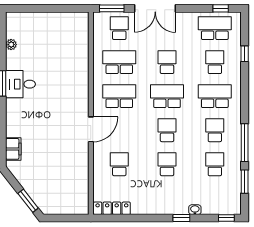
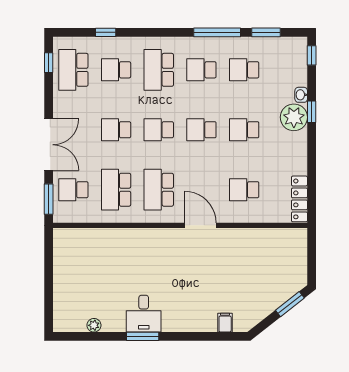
school desk: (167, 96) -> (159, 130), width x0.54
filing cabinet: (13, 149) -> (225, 323), width x0.50
plant: (177, 204) -> (294, 117), added

